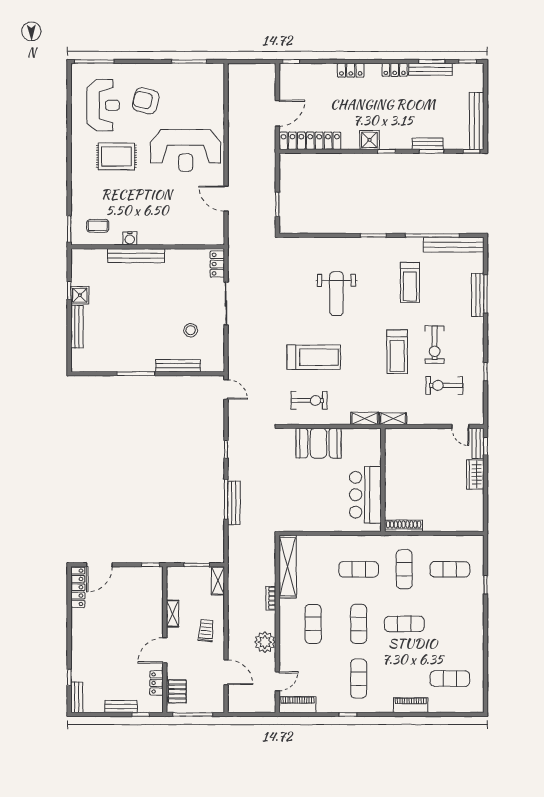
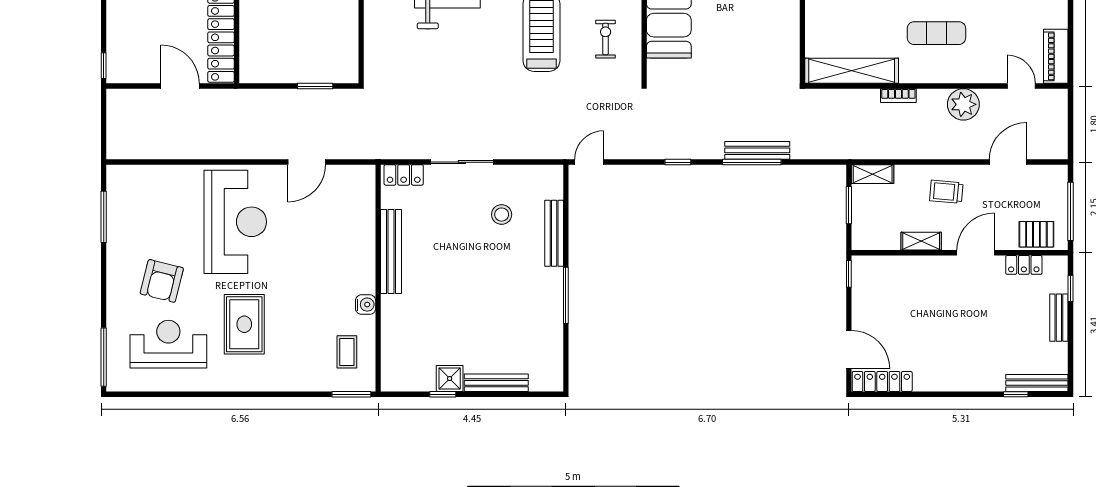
bench: (136, 256) -> (391, 252), moved
exercise bike: (309, 400) -> (606, 39), width x0.73, depth x0.72
door: (165, 650) -> (976, 253), swing flipped
bench: (77, 697) -> (1037, 383), width x1.36

